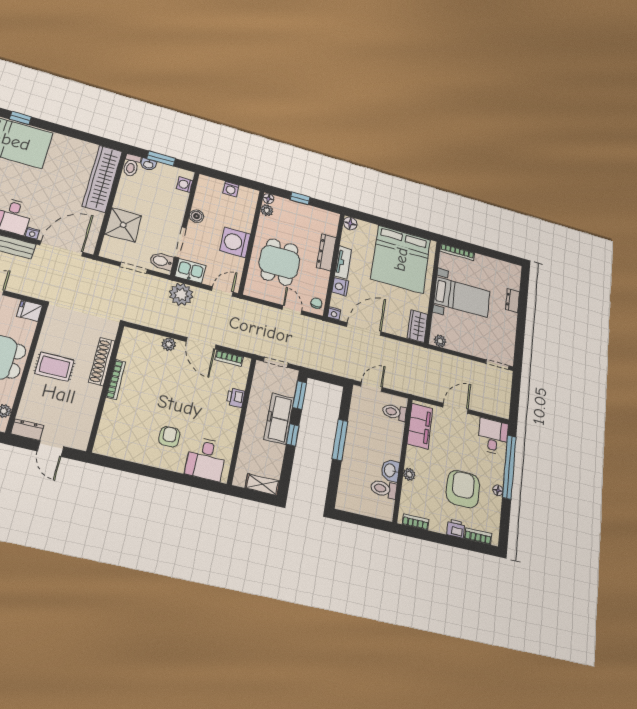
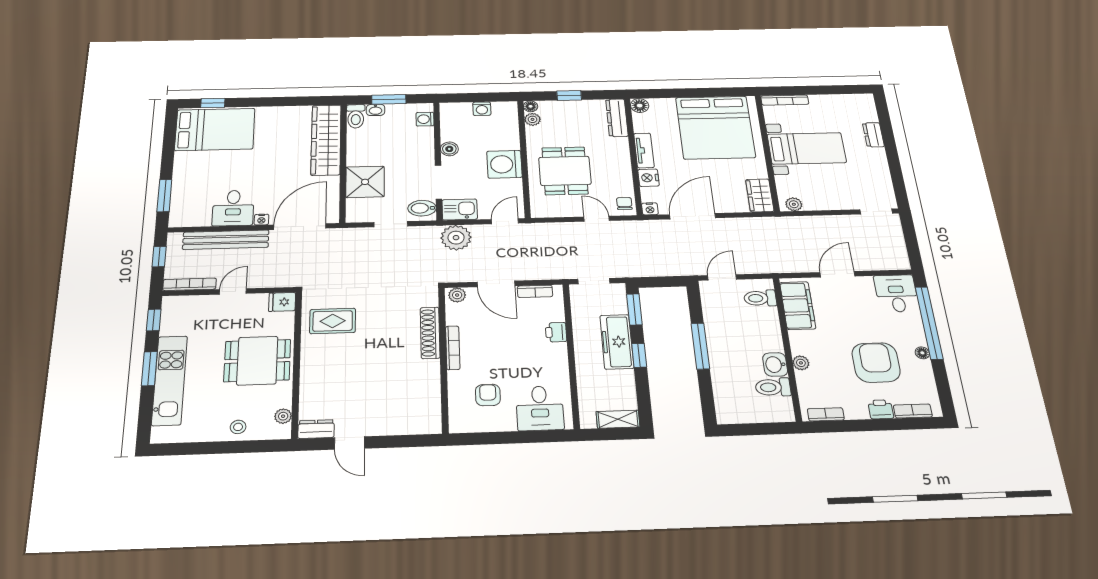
dresser: (326, 252) -> (617, 118), moved
shoe rack: (102, 362) -> (430, 333), moved
rug: (54, 367) -> (333, 321), moved
bookcase: (116, 380) -> (453, 348), moved
wall: (106, 387) -> (443, 359), moved

